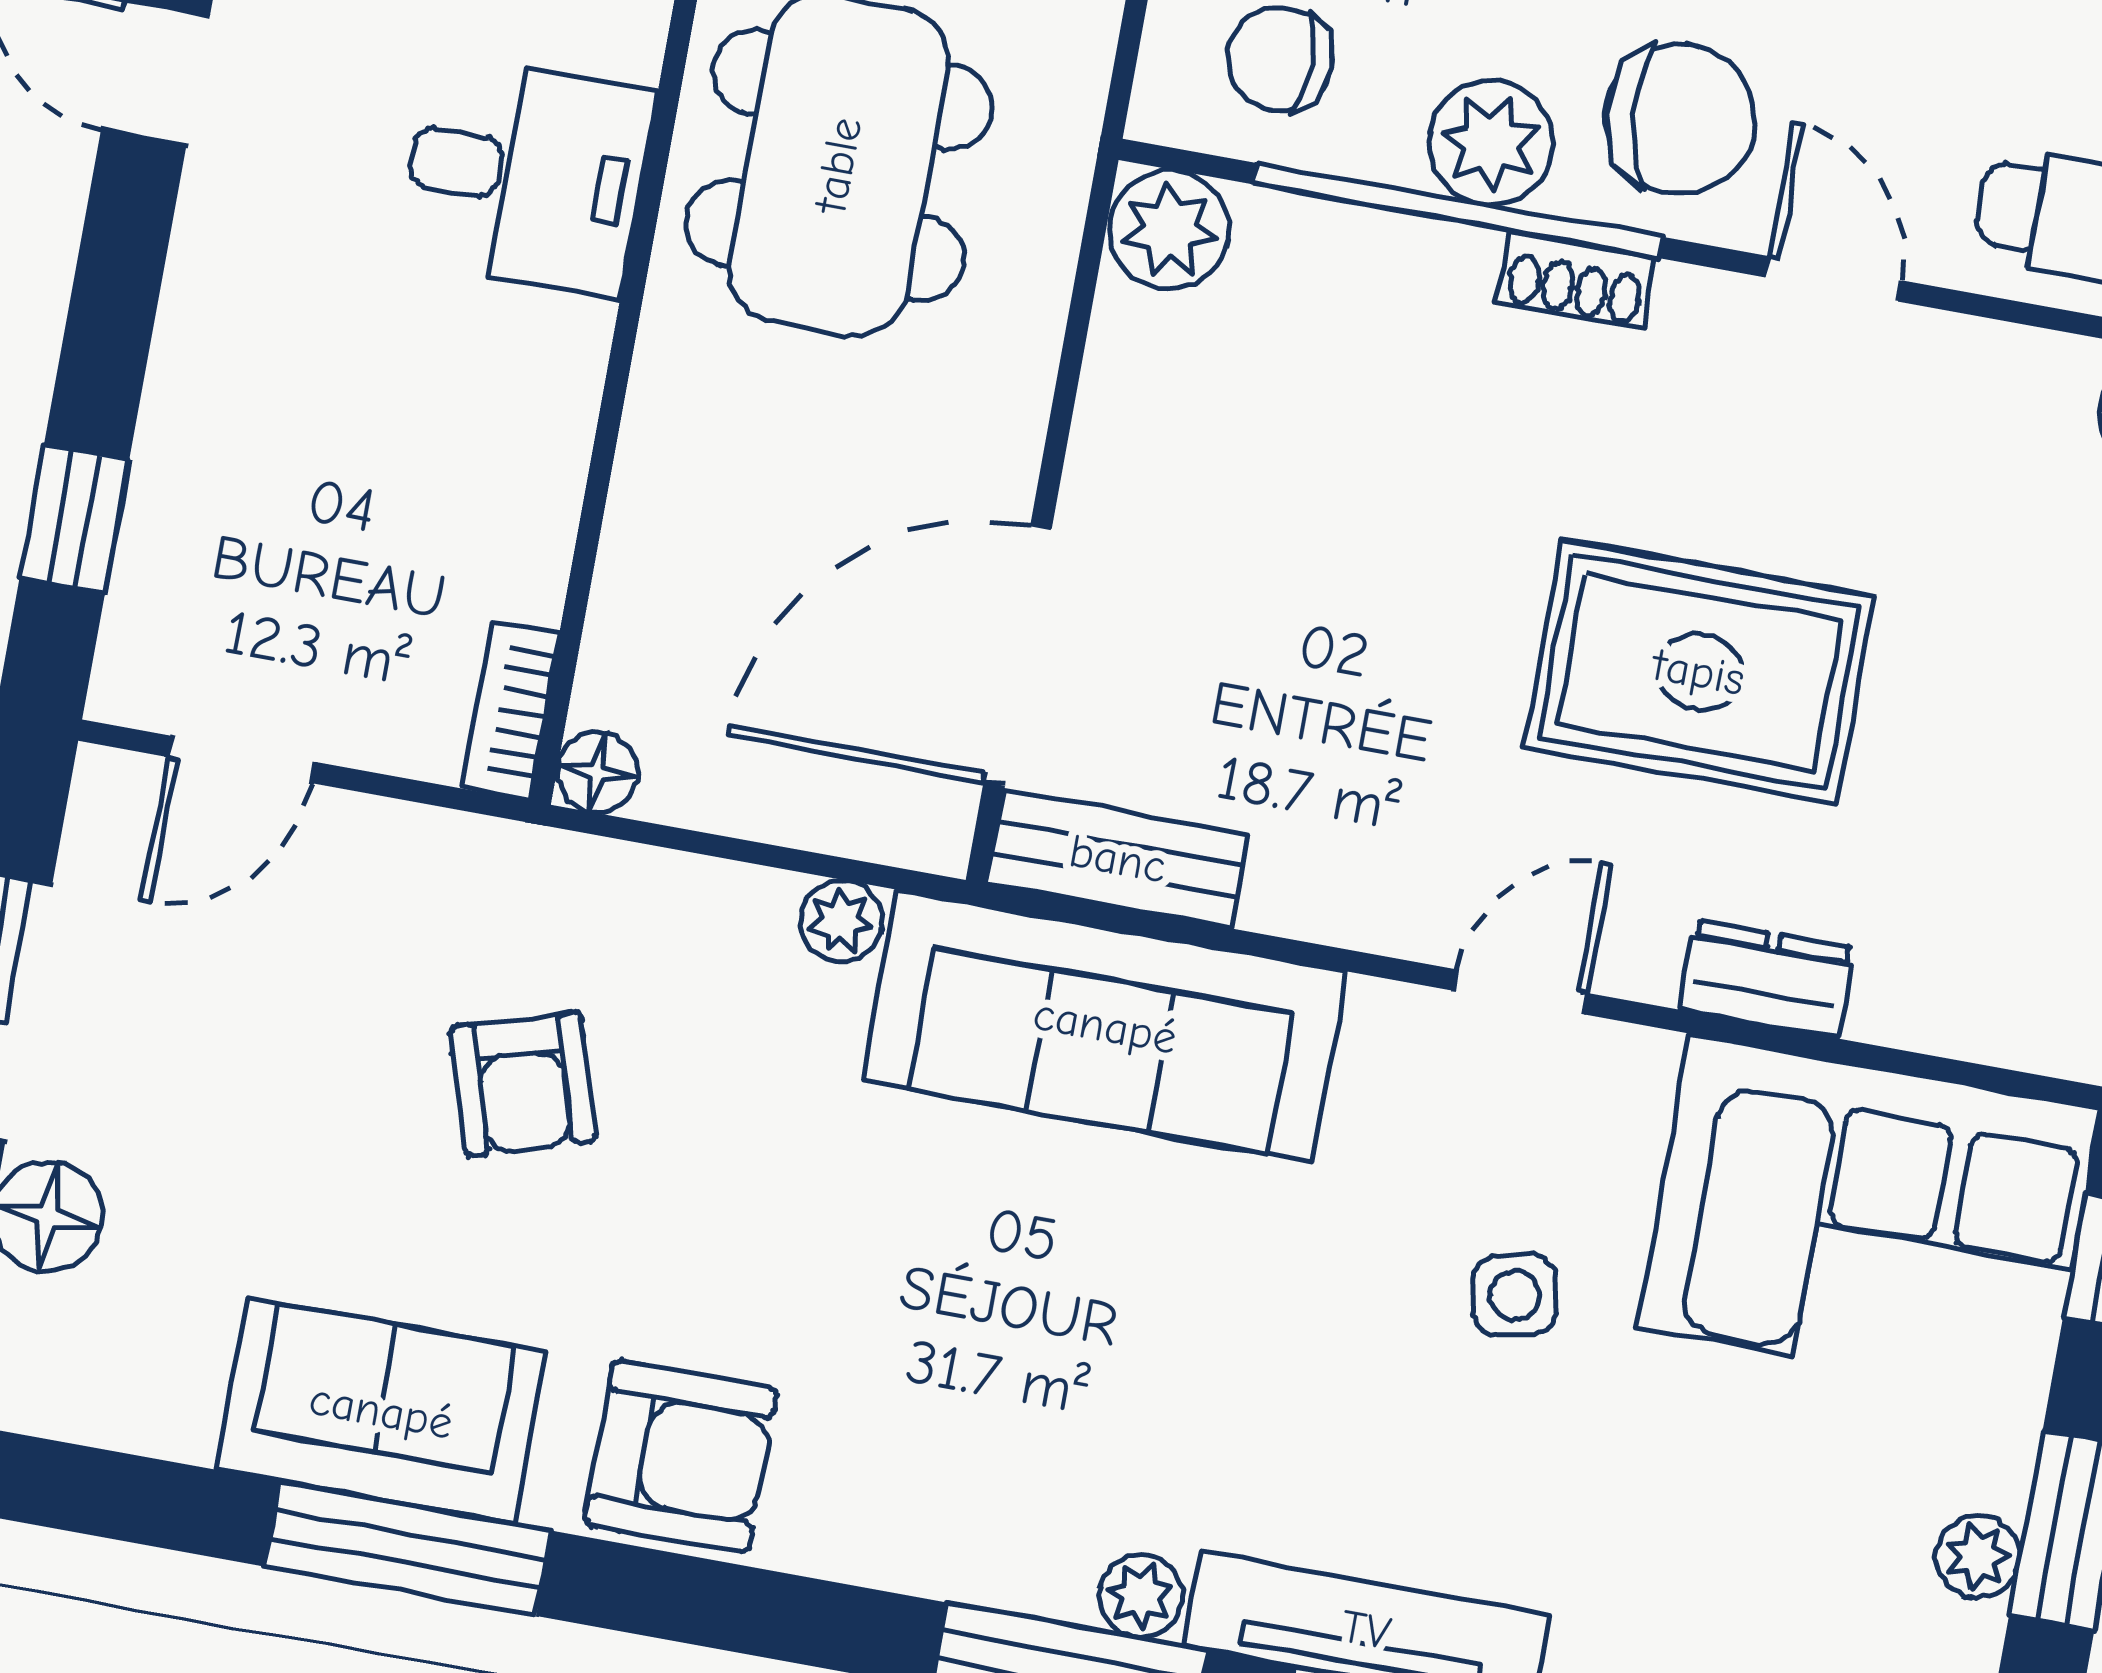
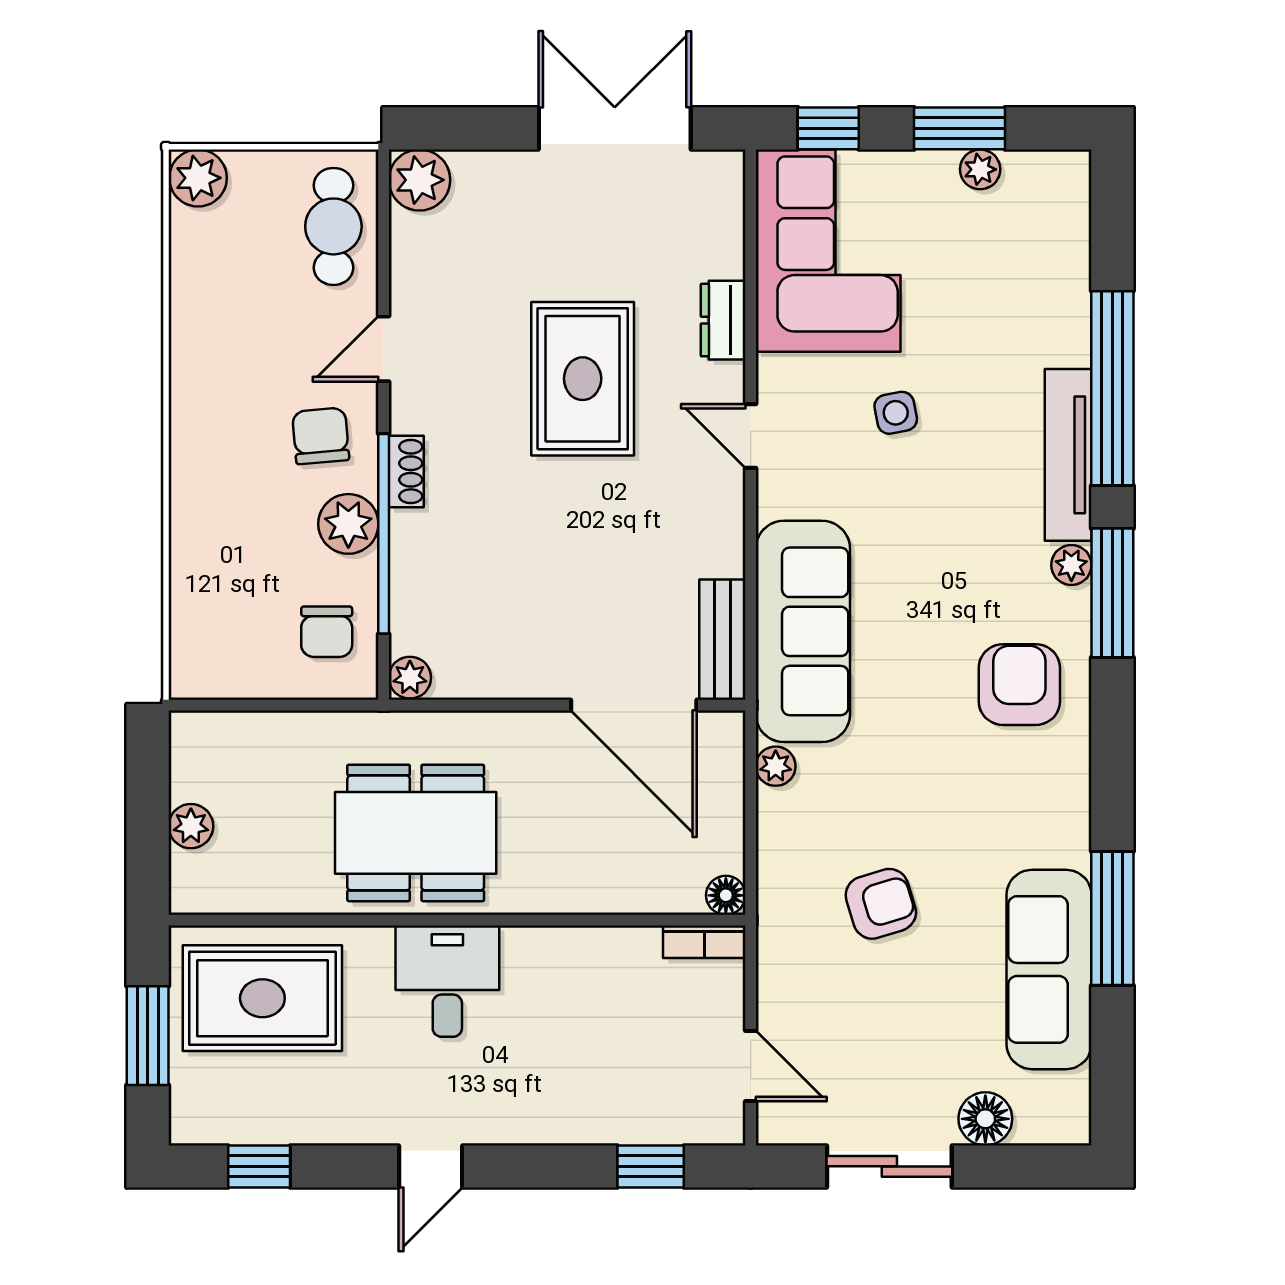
chair: (1680, 119) -> (321, 436), width x0.73, depth x0.73
plant: (1169, 230) -> (410, 678), width x0.73, depth x0.73
sofa: (381, 1411) -> (1049, 969), width x1.36
armchair: (681, 1457) -> (1019, 685), moved

